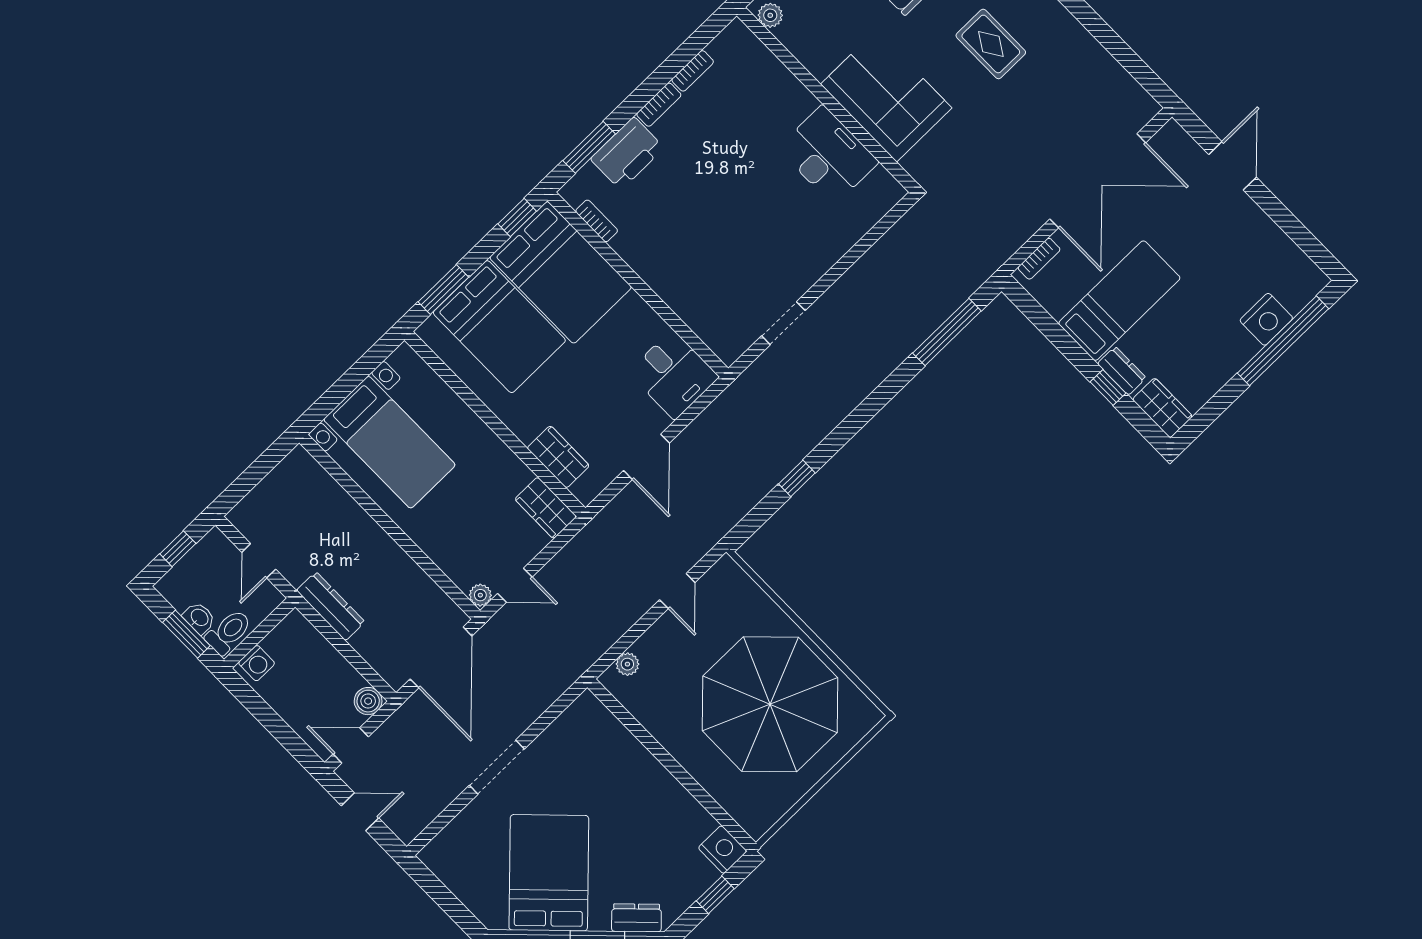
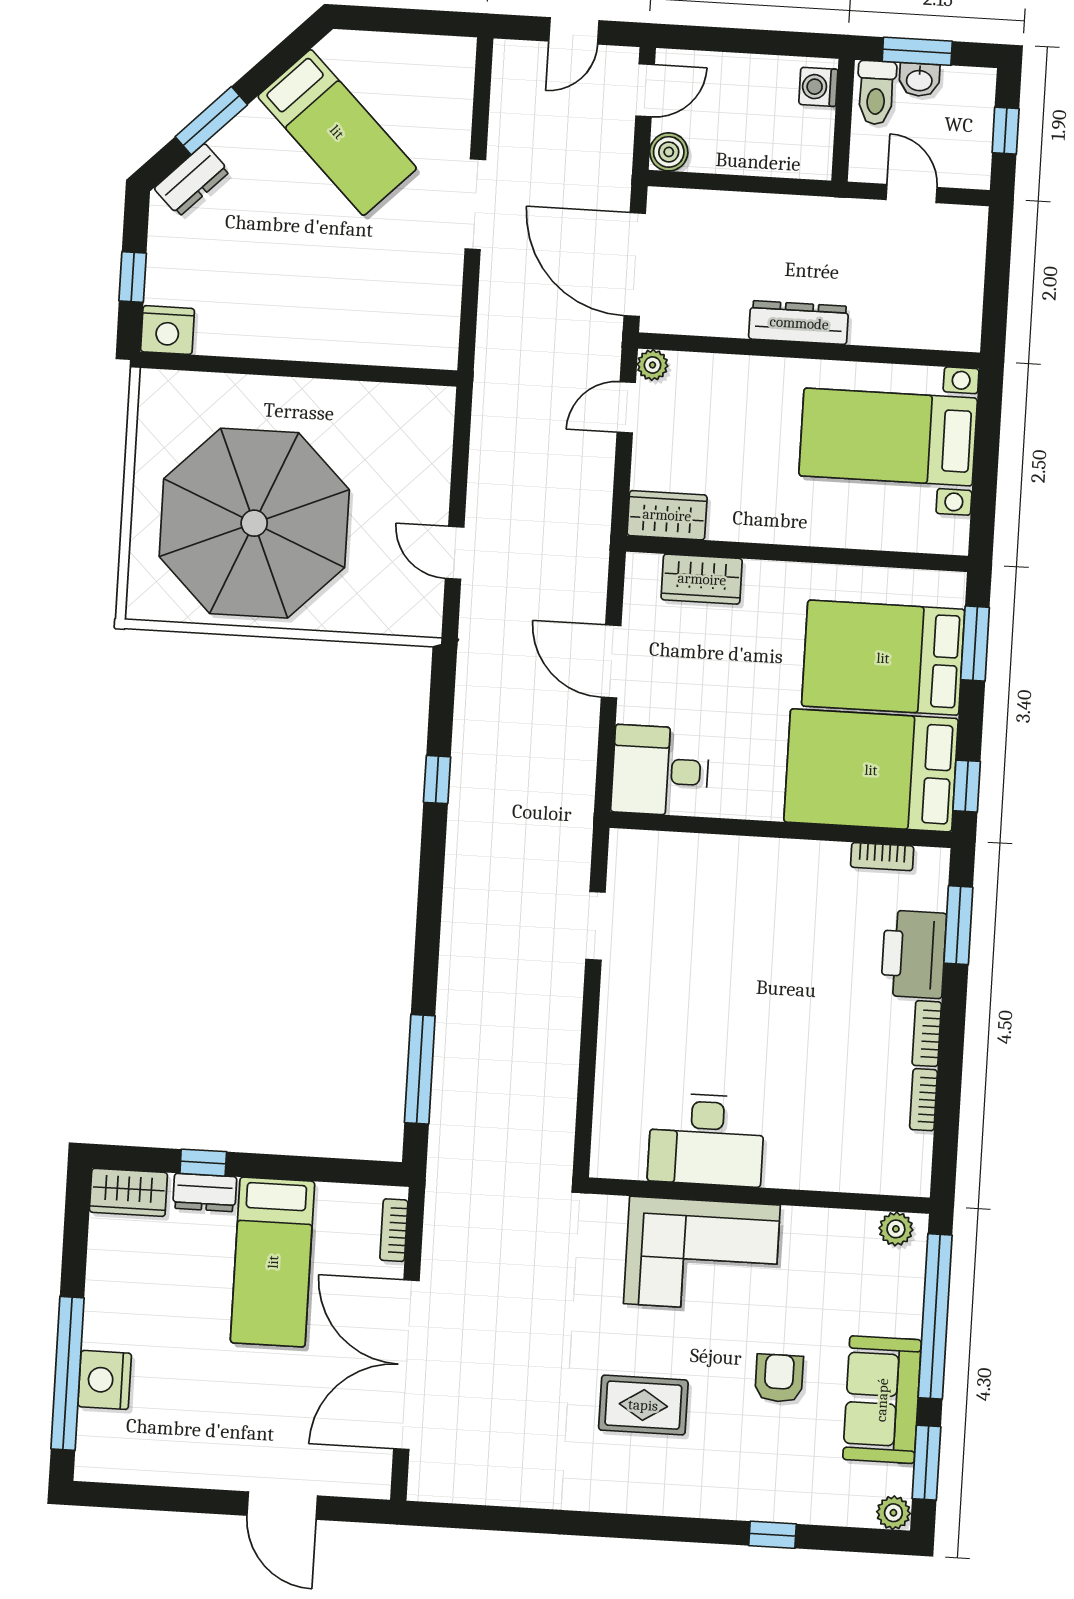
dresser: (331, 606) -> (799, 323), moved, turned 180
plant: (627, 664) -> (438, 431), removed
bed: (549, 873) -> (337, 132), width x0.67

